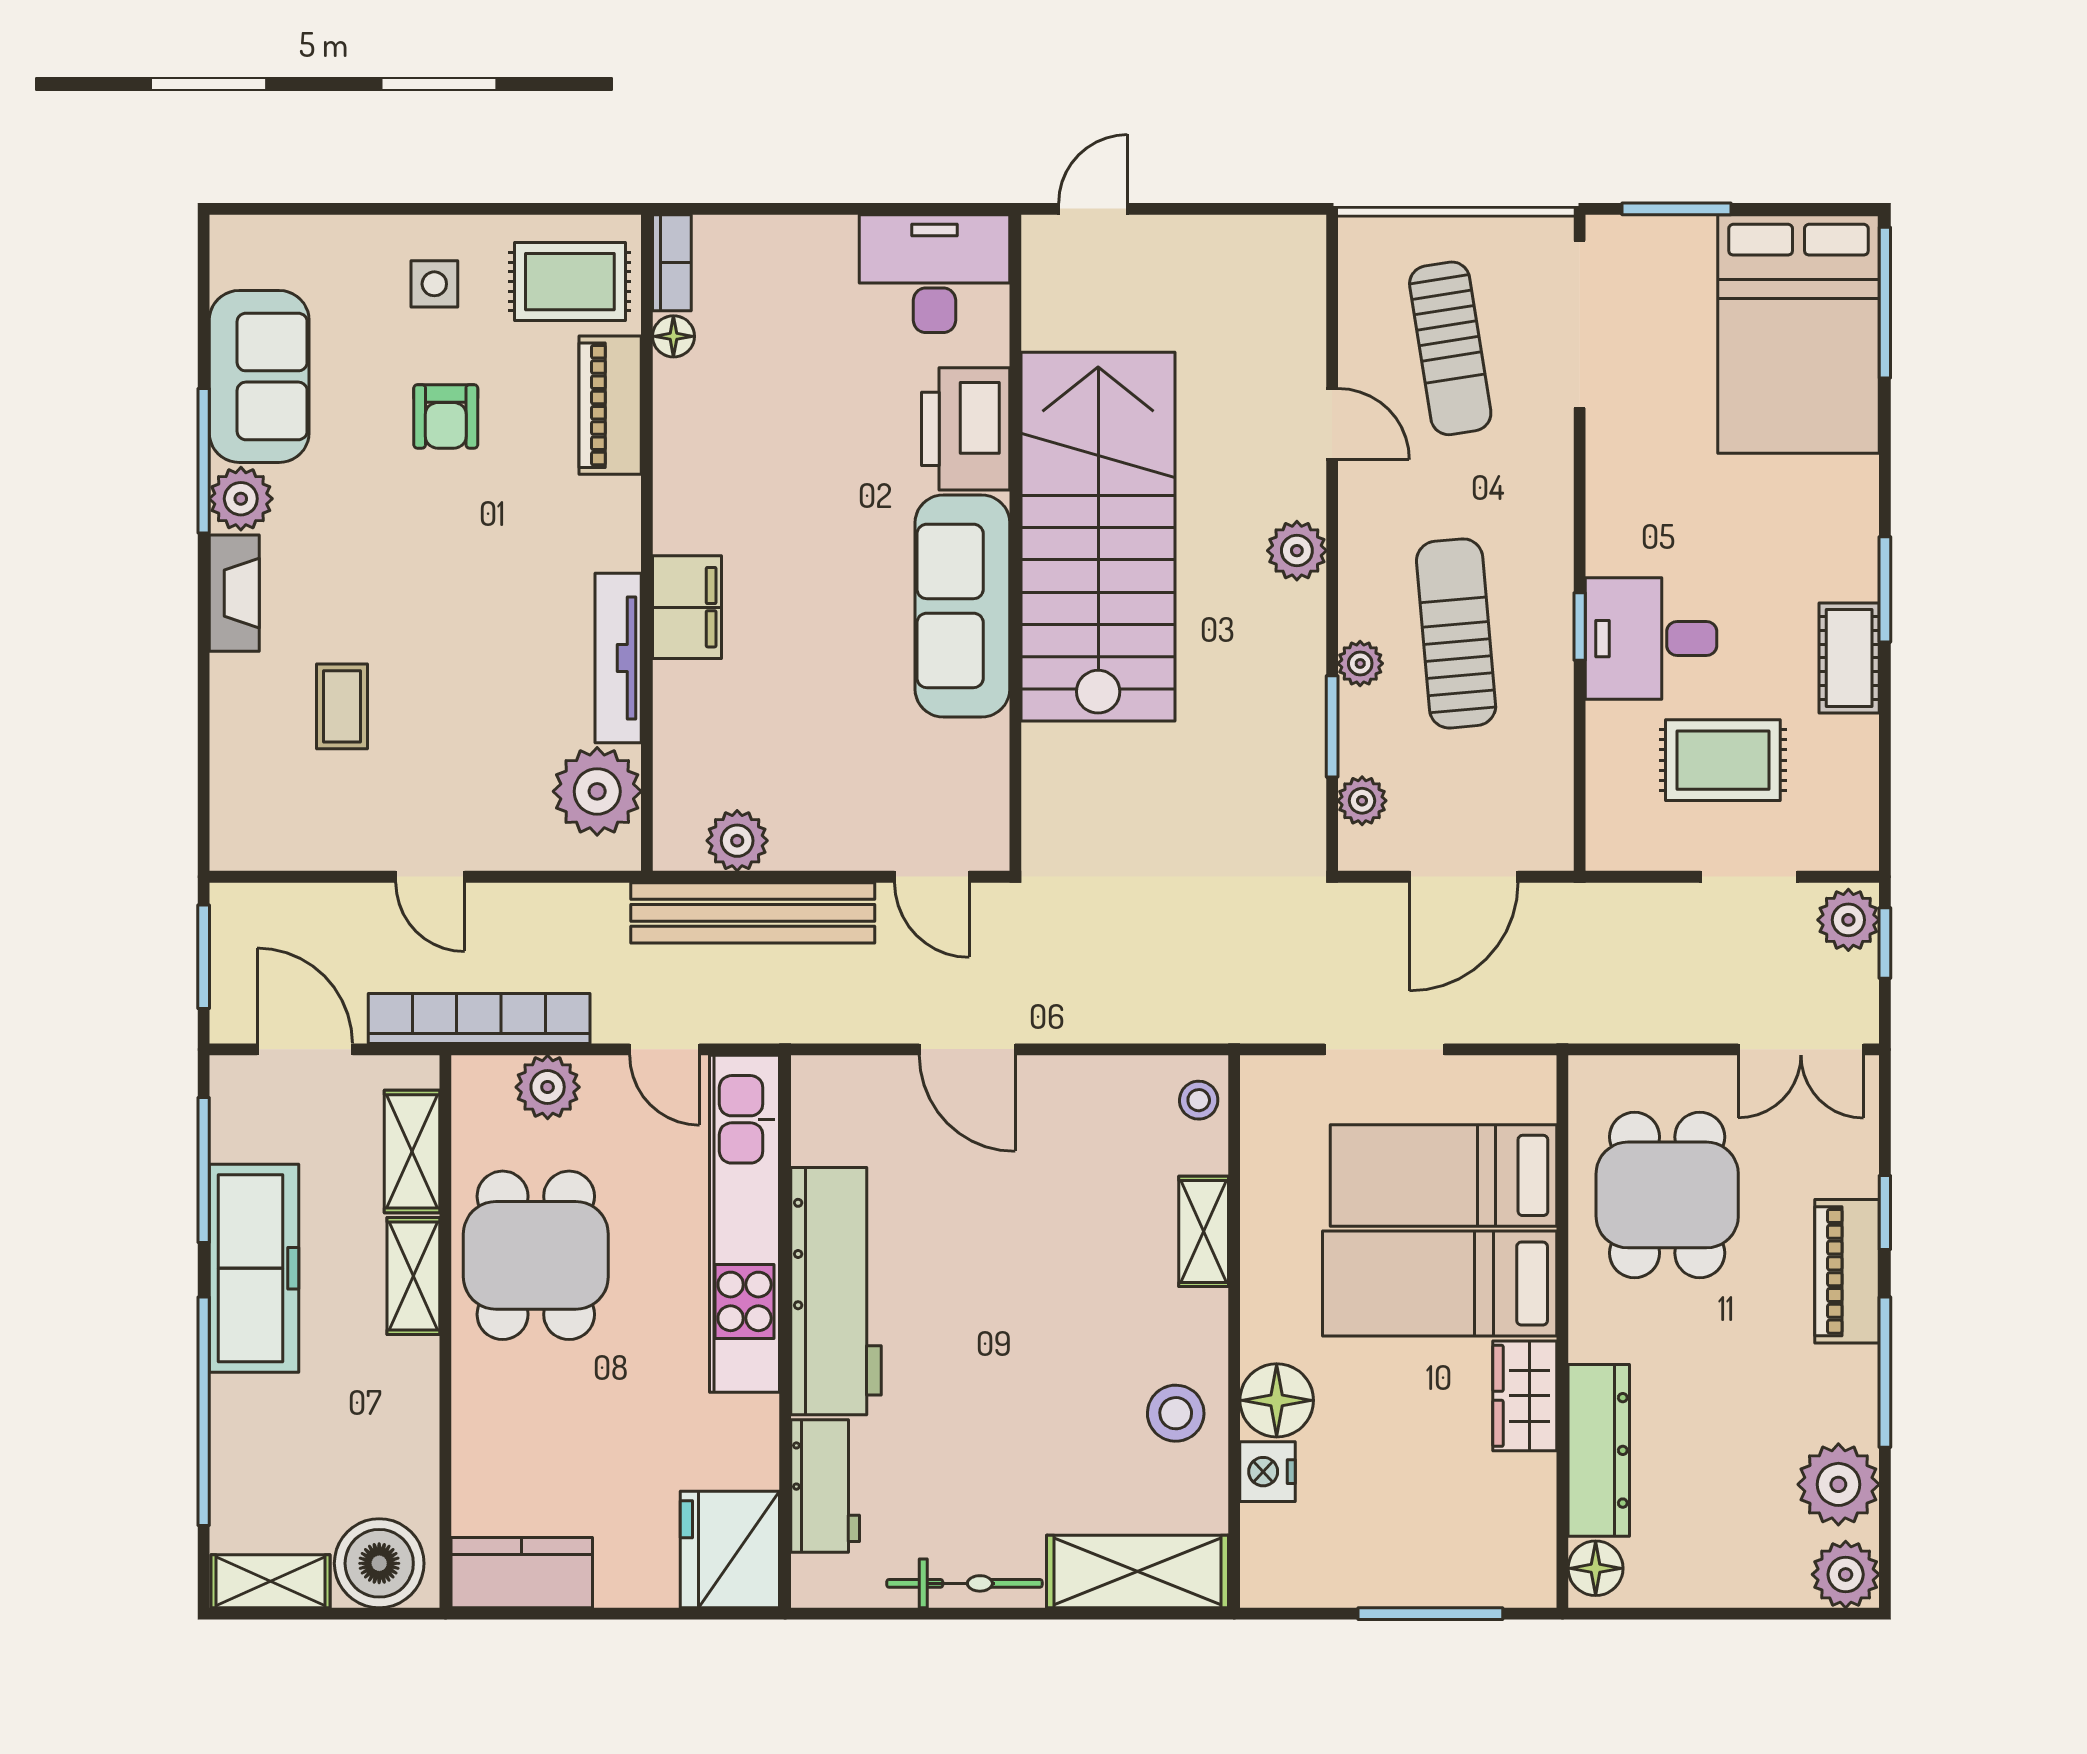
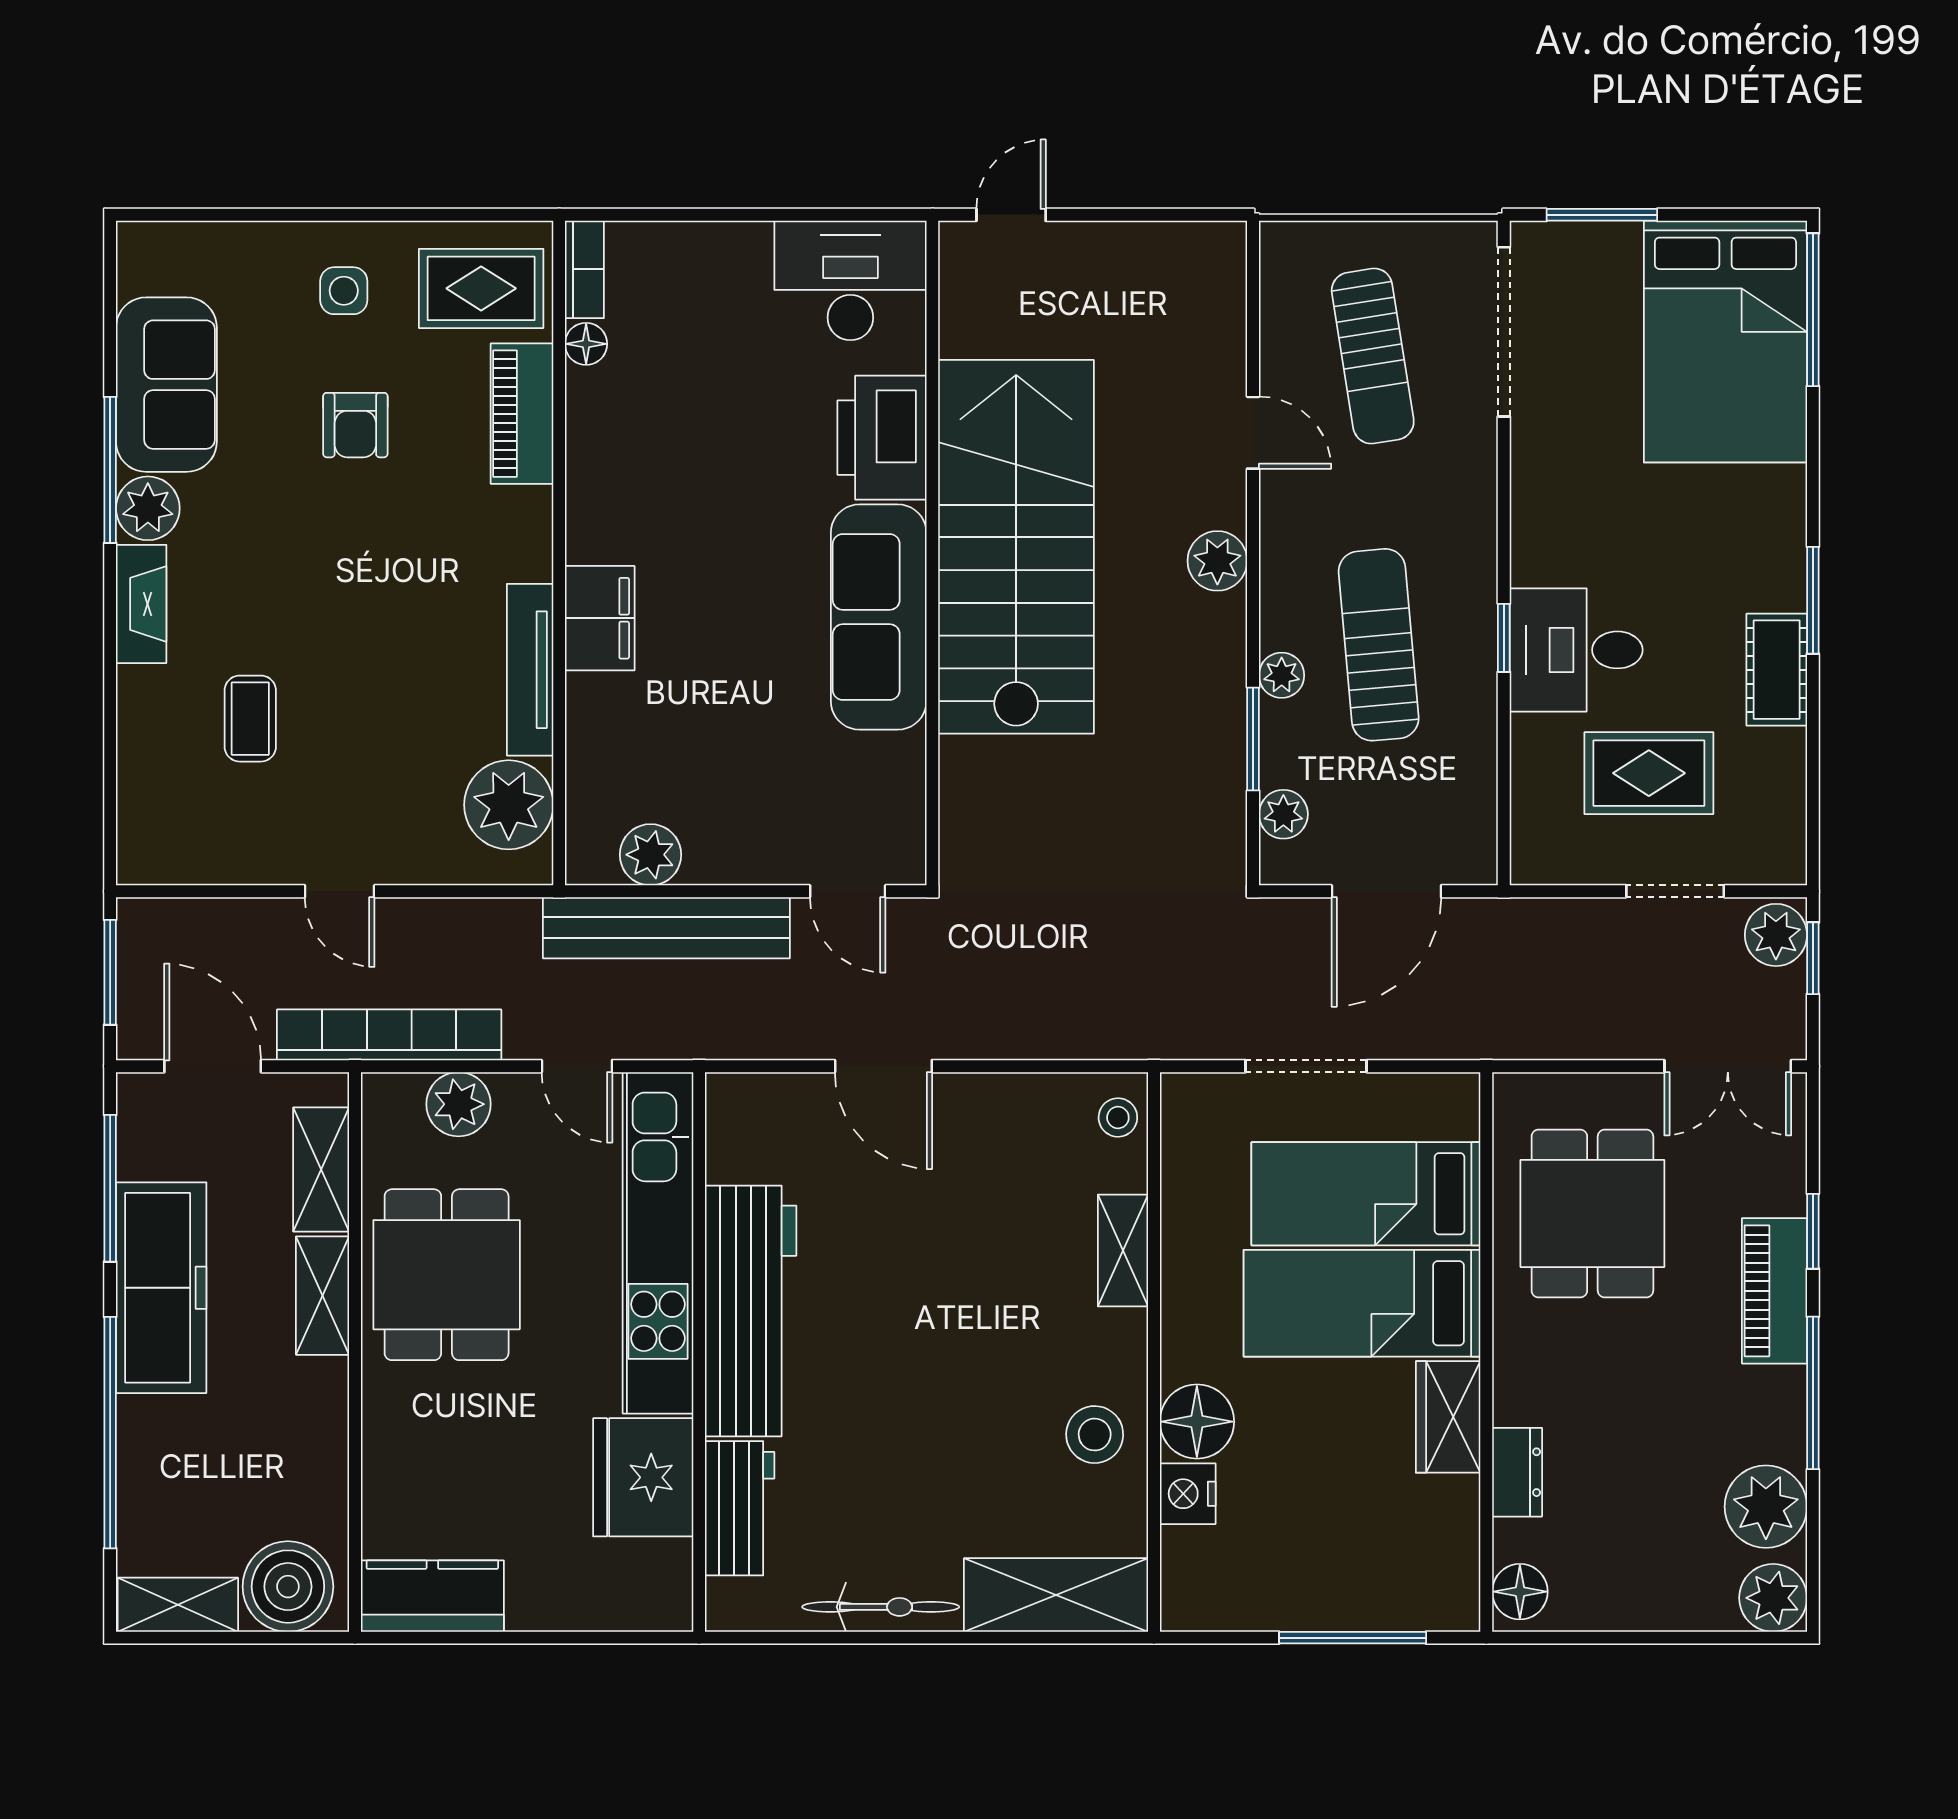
dresser: (1599, 1450) -> (1517, 1472), width x0.51, depth x0.80
fridge: (730, 1550) -> (643, 1477), moved

